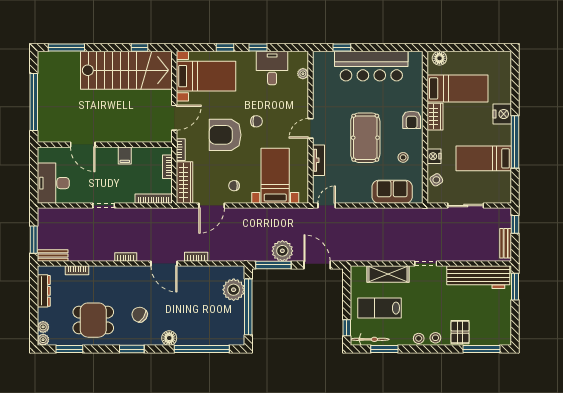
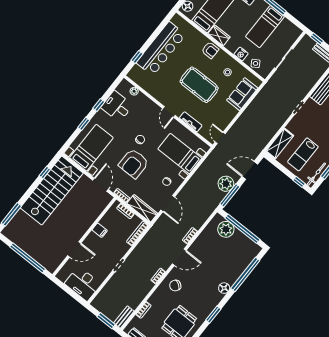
shelving: (388, 274) -> (280, 144), moved
chair: (140, 315) -> (175, 286), moved

